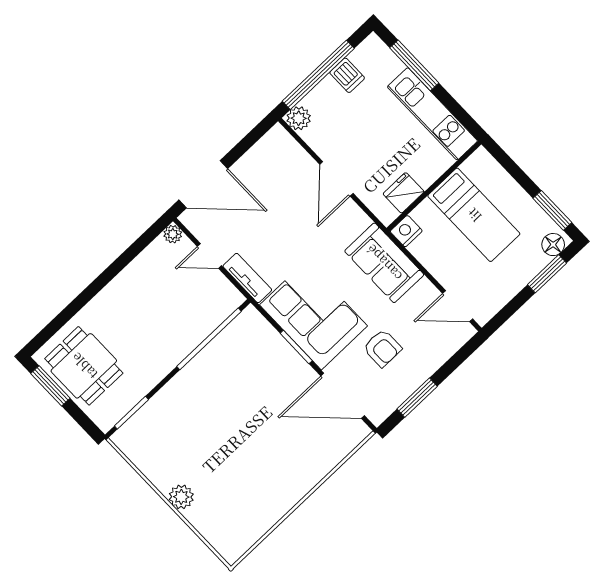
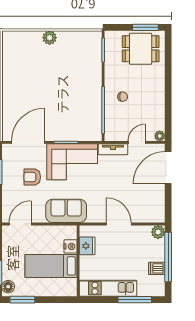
nightstand: (406, 231) -> (71, 246), moved
chair: (168, 330) -> (123, 97), added

